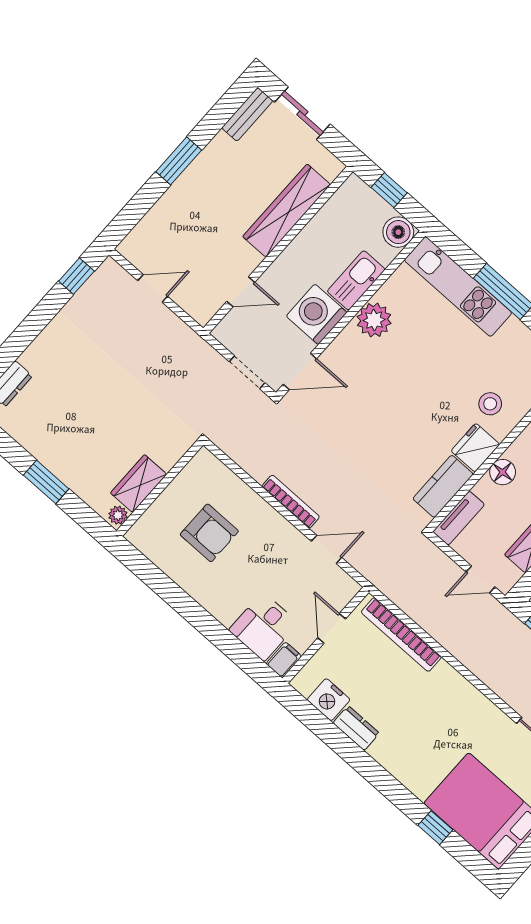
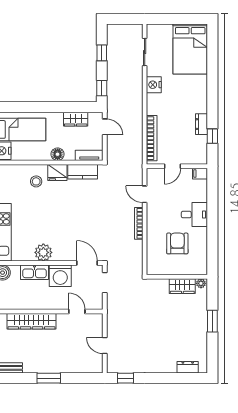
desk: (263, 627) -> (194, 215), moved
nightstand: (329, 700) -> (154, 85), moved, turned 180
window: (435, 828) -> (212, 136), moved

